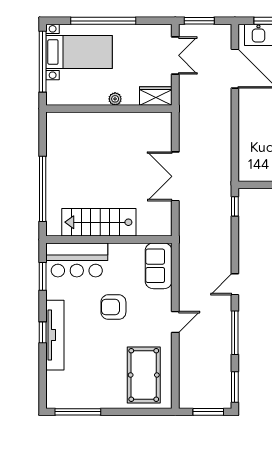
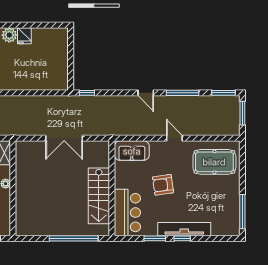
window: (43, 276) -> (155, 238), moved
armchair: (113, 307) -> (163, 185), turned 82

